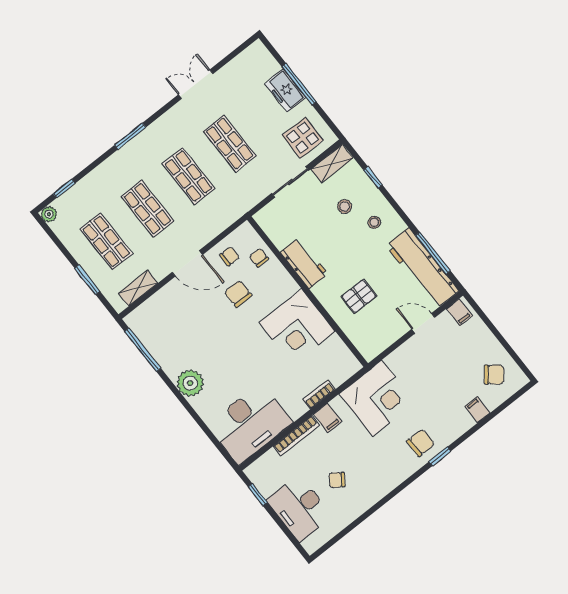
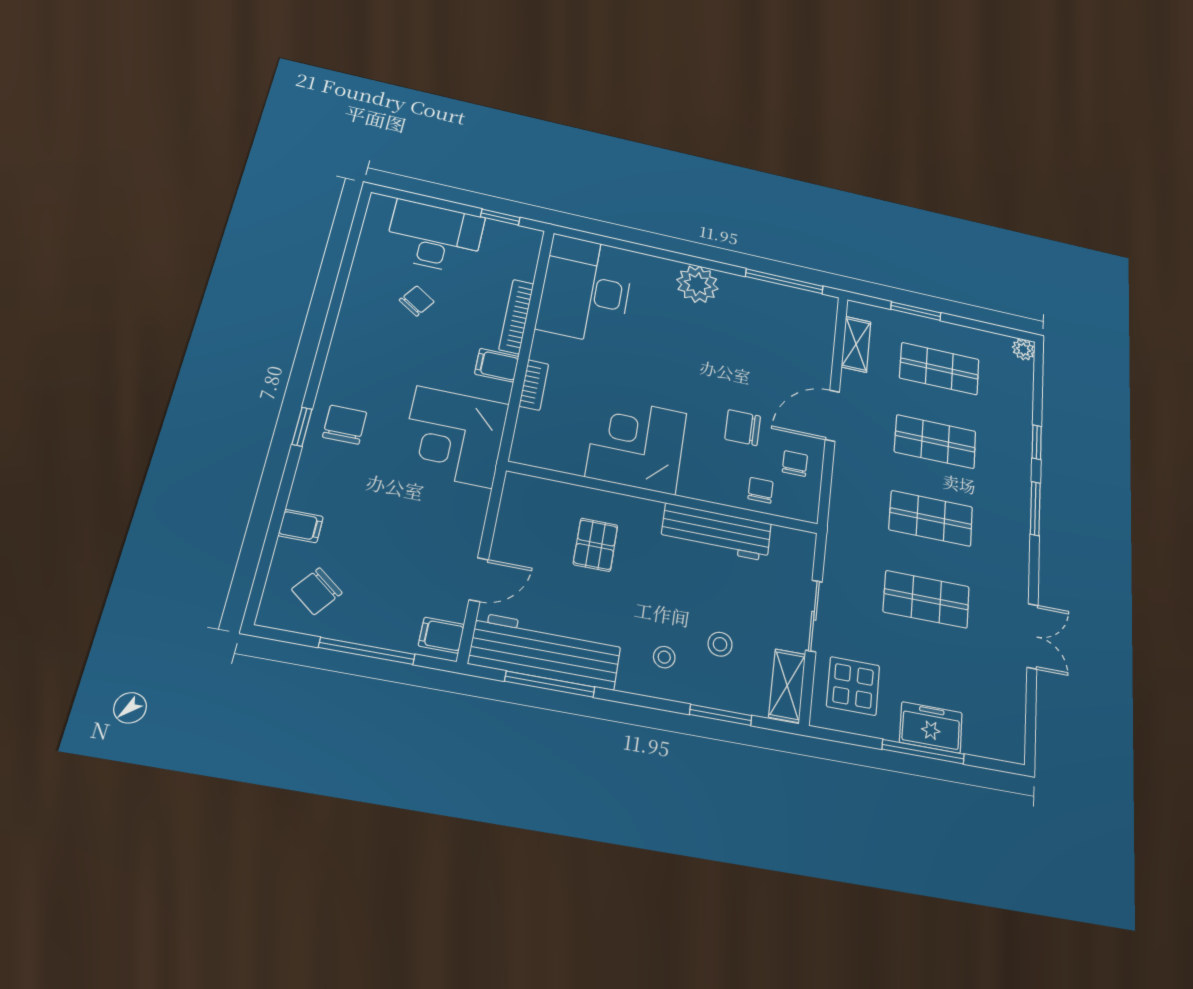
window: (373, 177) -> (721, 715), width x1.50
window: (64, 188) -> (1037, 442), moved
chair: (229, 256) -> (795, 464), turned 180
chair: (259, 258) -> (761, 490), turned -90
workbench: (304, 263) -> (716, 532), width x1.37
chair: (238, 294) -> (743, 428), turned 180
window: (495, 331) -> (367, 651), added
chair: (421, 443) -> (345, 425), turned 180

